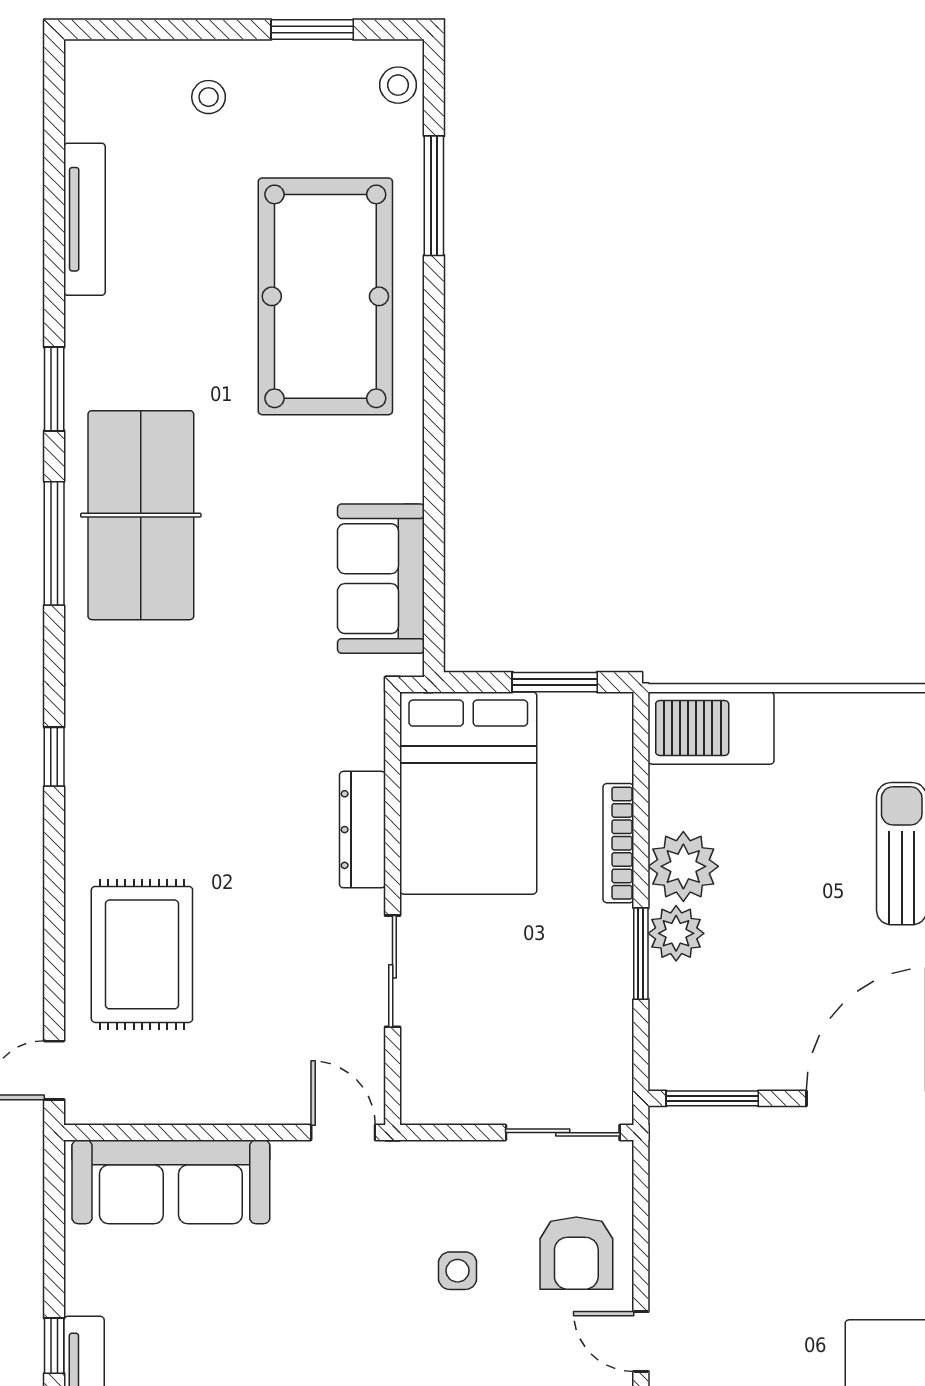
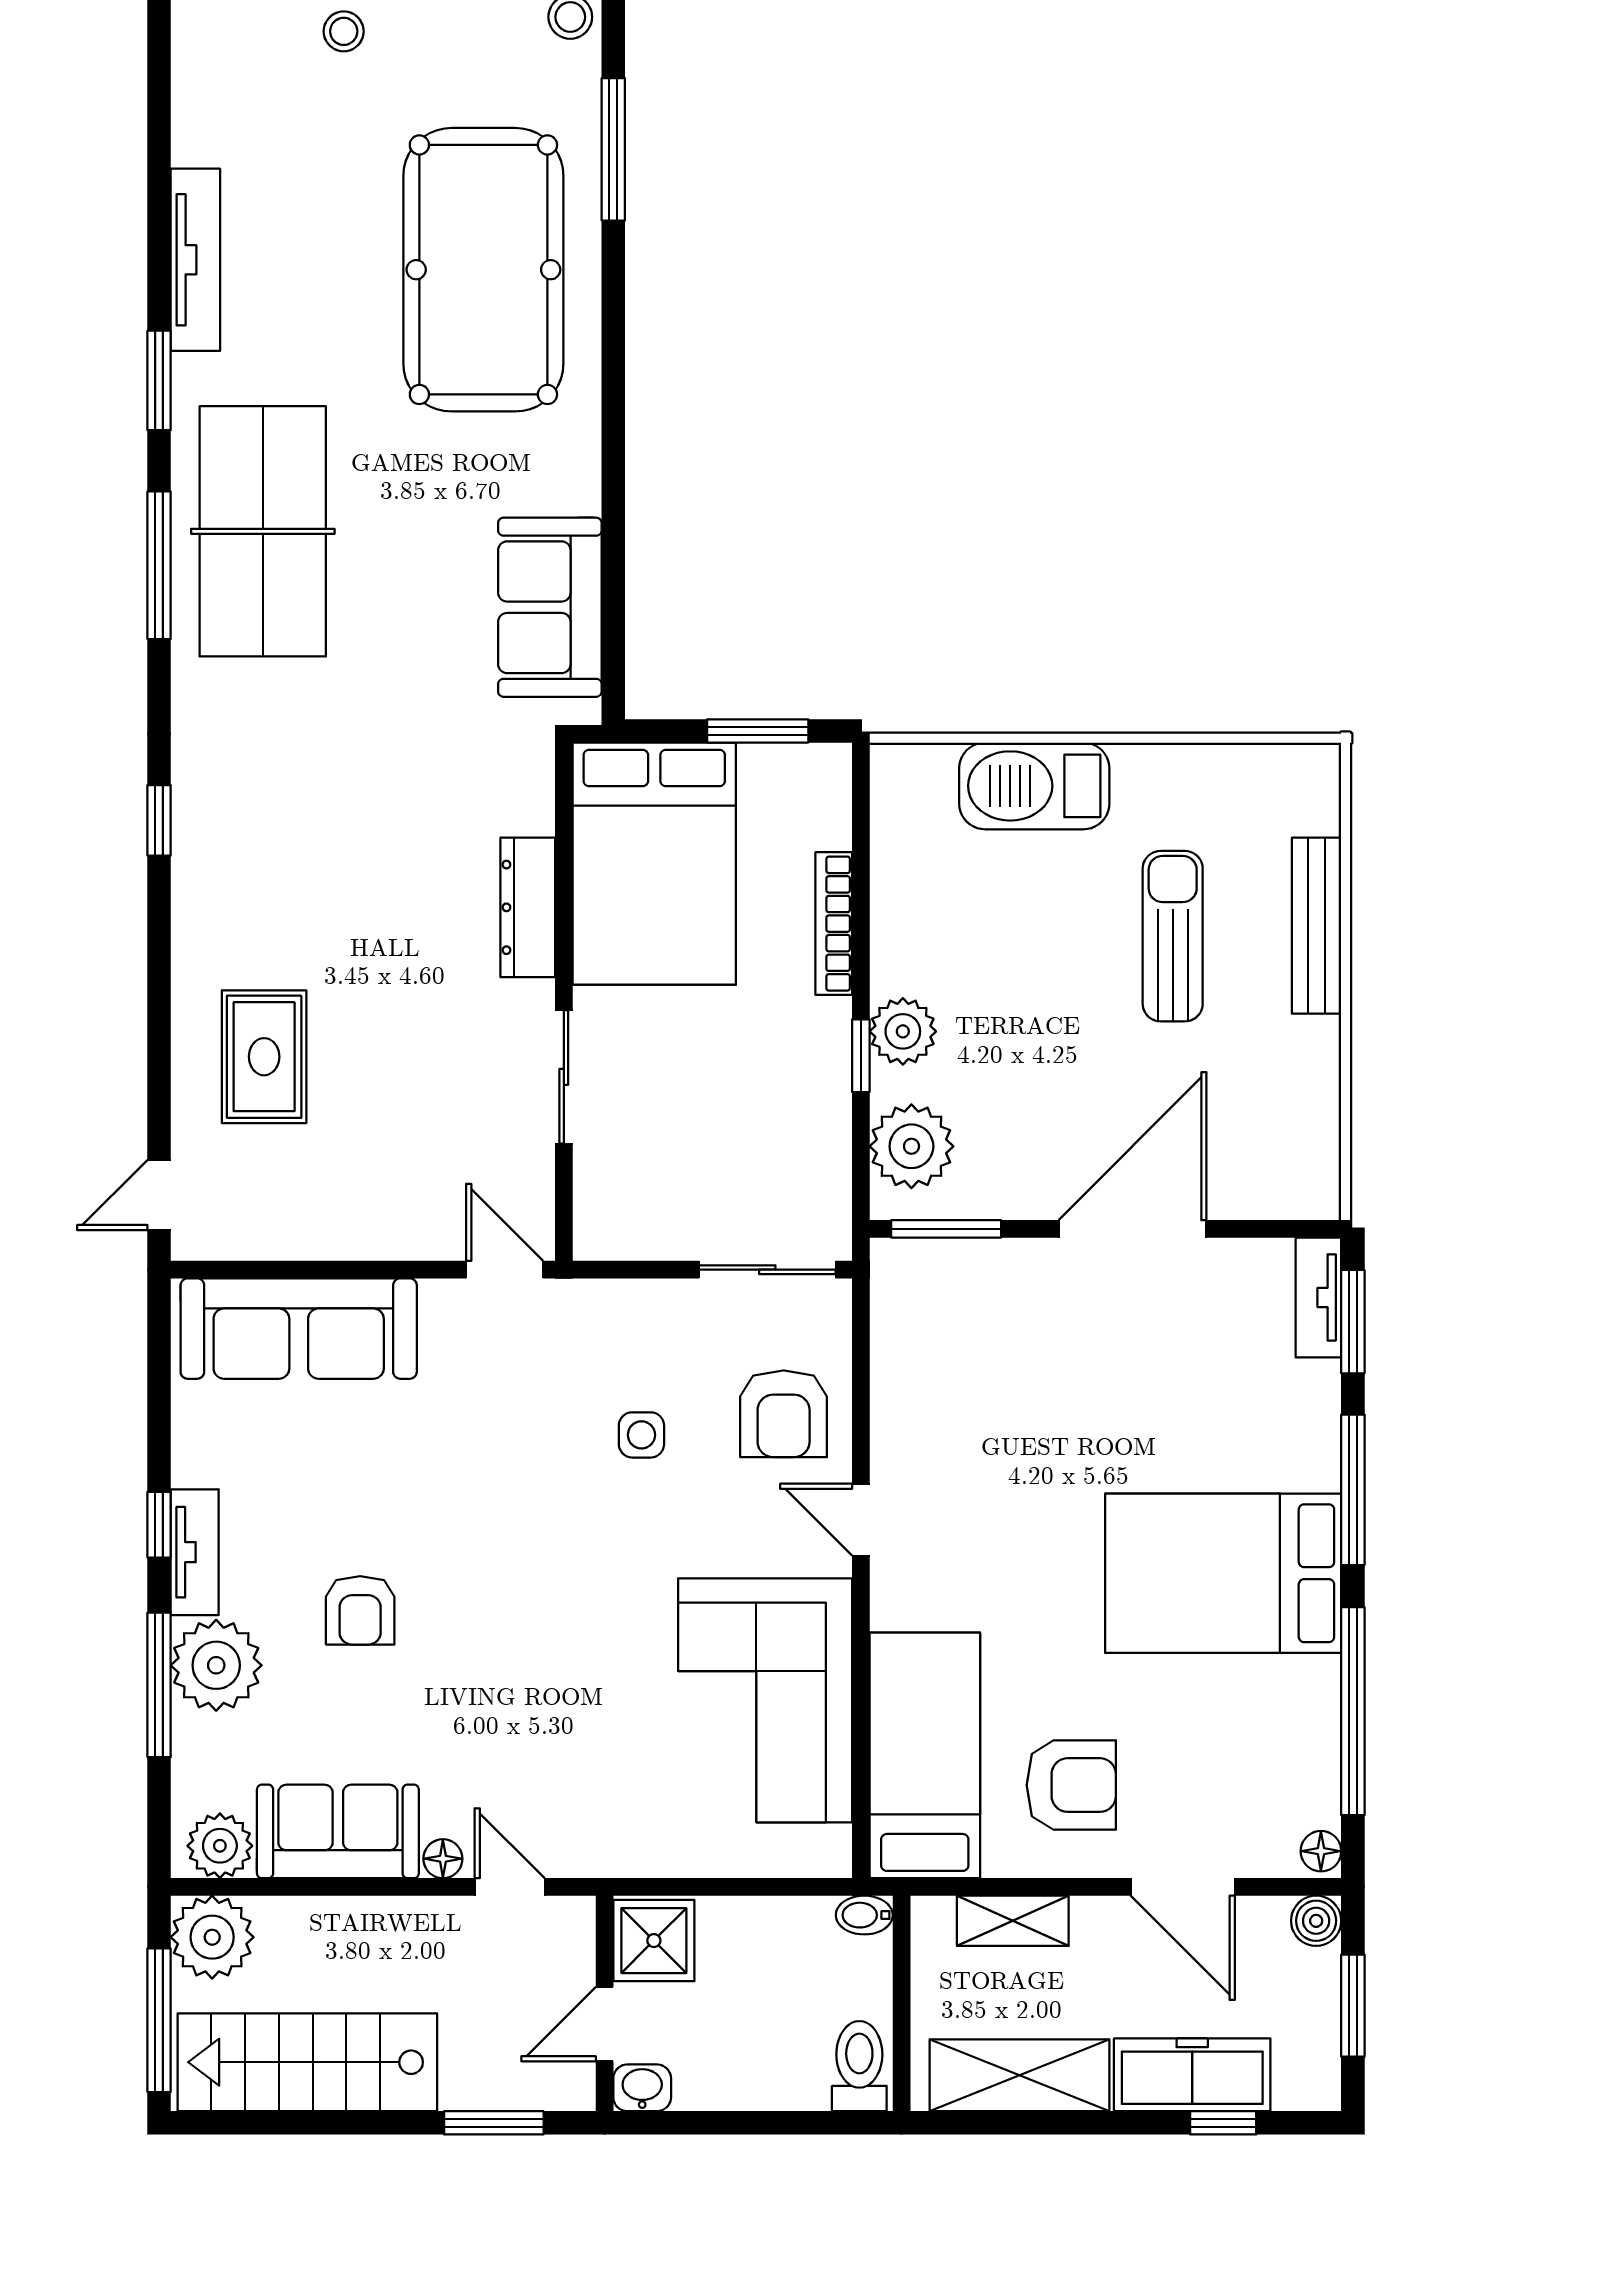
tv unit: (85, 219) -> (195, 260), moved
barbecue: (711, 728) -> (1034, 786), moved
plant: (683, 866) -> (911, 1146), moved
rug: (142, 954) -> (264, 1057), width x0.73, depth x0.70
window: (641, 954) -> (861, 1056), width x0.67

